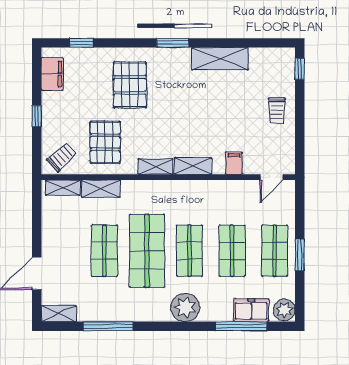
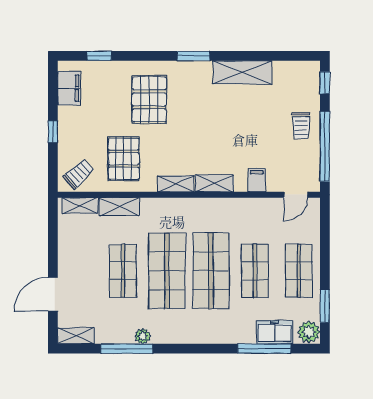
window: (300, 130) -> (325, 146), added
shop shelf: (189, 251) -> (211, 271), width x1.43, depth x1.36
window: (300, 255) -> (325, 306), moved
plant: (185, 307) -> (143, 336), moved, width x0.53, depth x0.53

